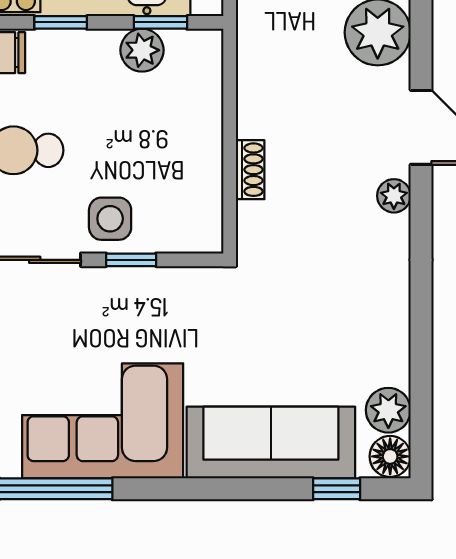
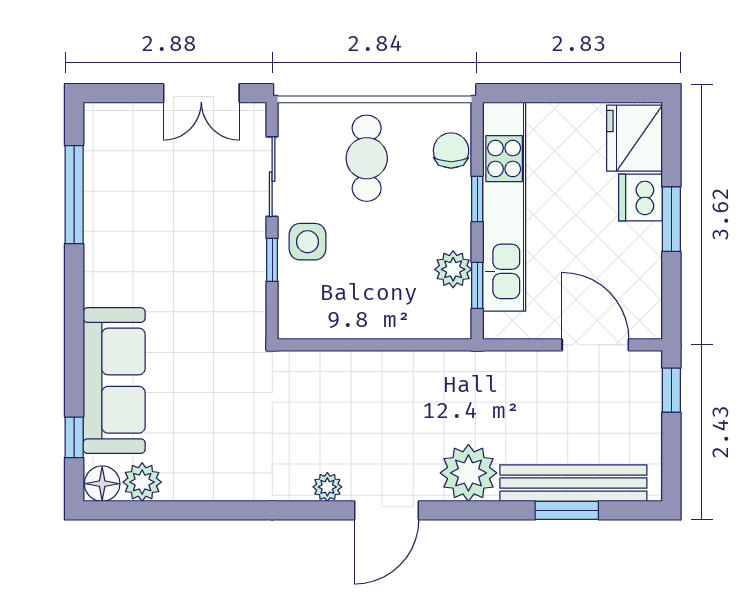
shoe rack: (250, 170) -> (350, 363), removed
corner sofa: (103, 421) -> (133, 235), removed

